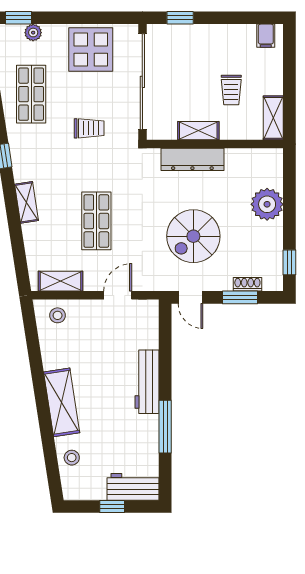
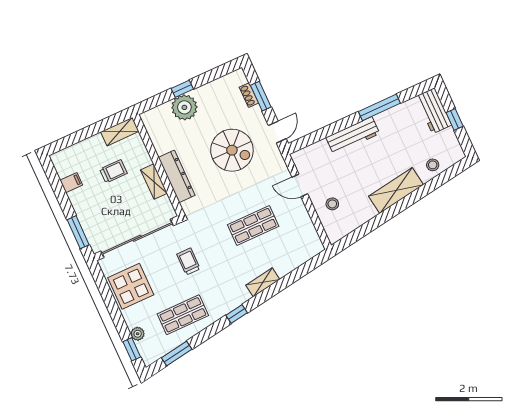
window: (180, 18) -> (78, 232), width x1.50
filing cabinet: (266, 36) -> (71, 183), moved
window: (289, 262) -> (182, 89), moved
shelving: (60, 281) -> (309, 232), removed
stool: (58, 315) -> (332, 204), moved

